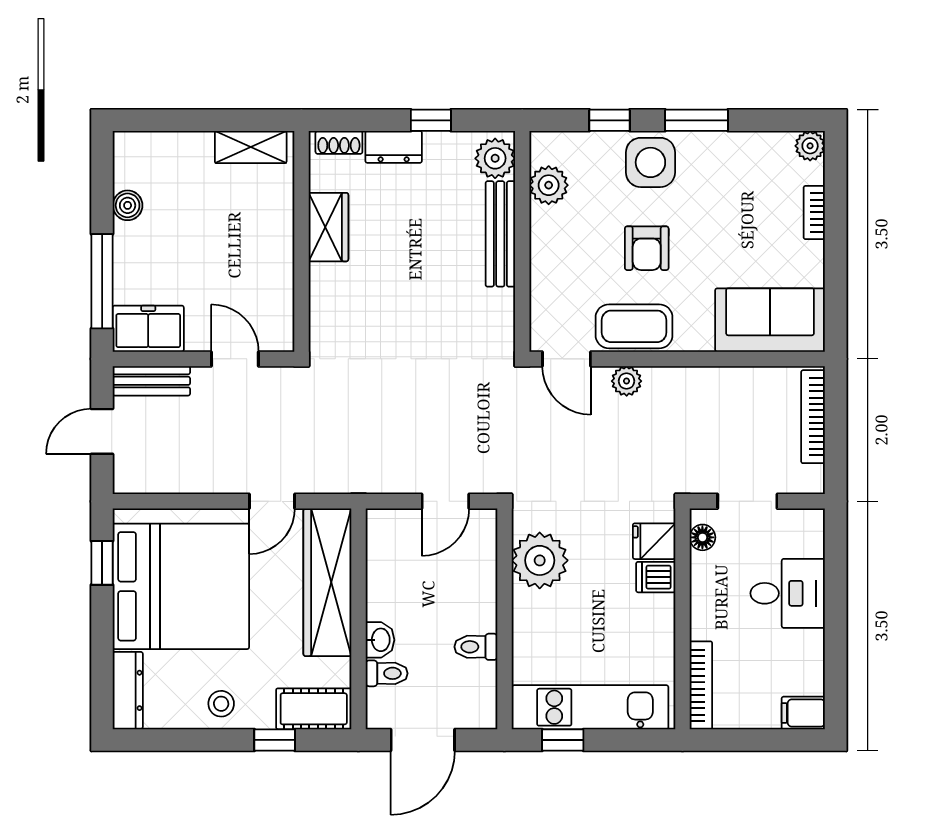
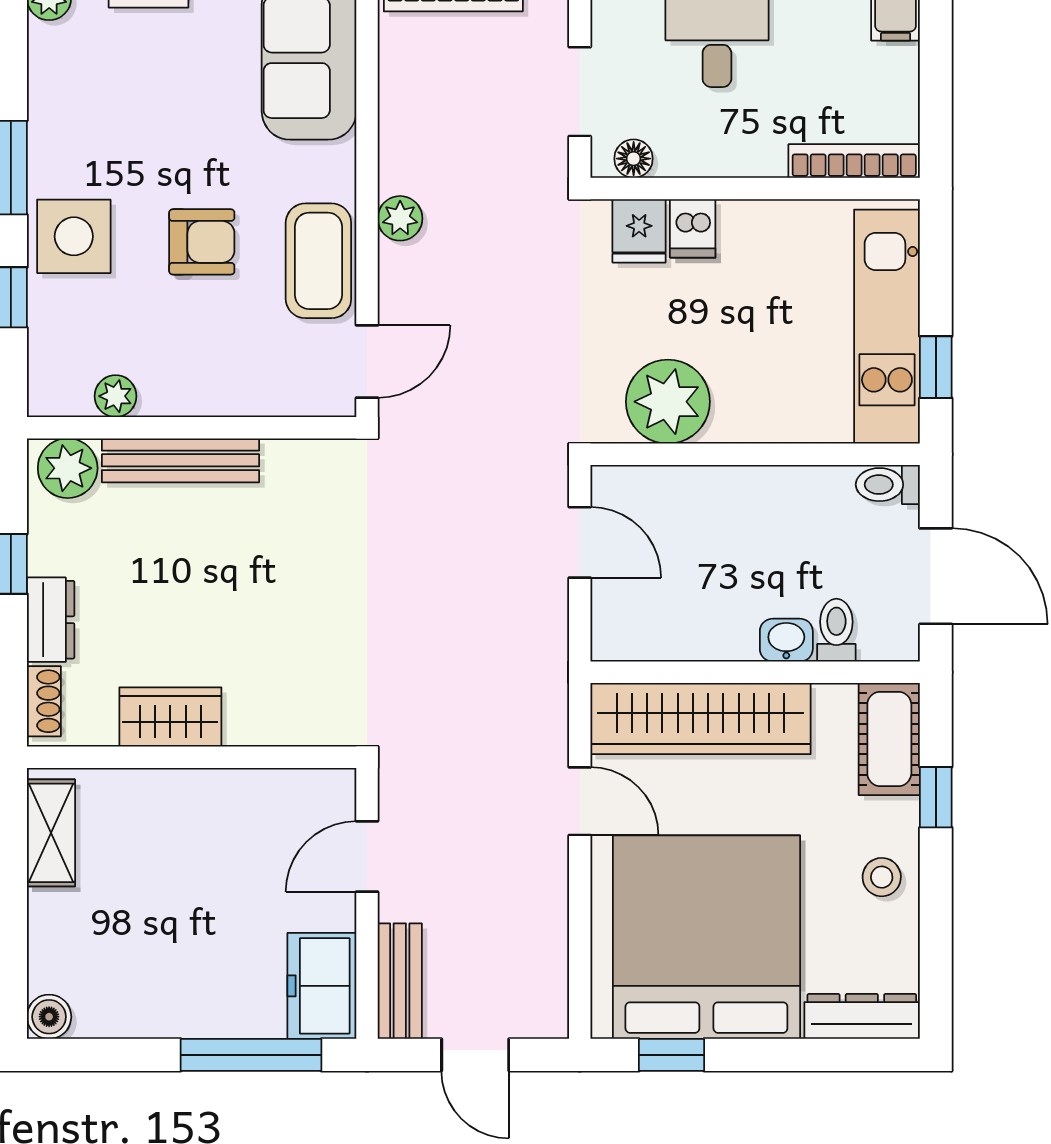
plant: (549, 185) -> (116, 396), width x0.73, depth x0.73
boiler: (128, 205) -> (49, 1017), moved
plant: (627, 381) -> (400, 218), moved
toilet: (476, 647) -> (888, 485), moved, turned 90

